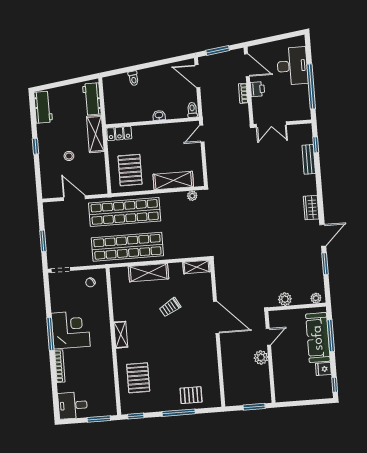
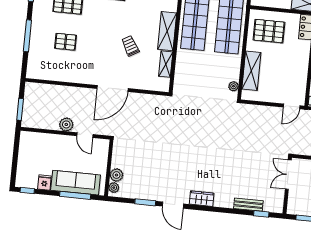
door: (202, 134) -> (292, 106), swing flipped
shelving: (196, 267) -> (166, 64), moved
plant: (285, 299) -> (116, 175), moved
pallet: (191, 395) -> (66, 42), moved, turned 90

